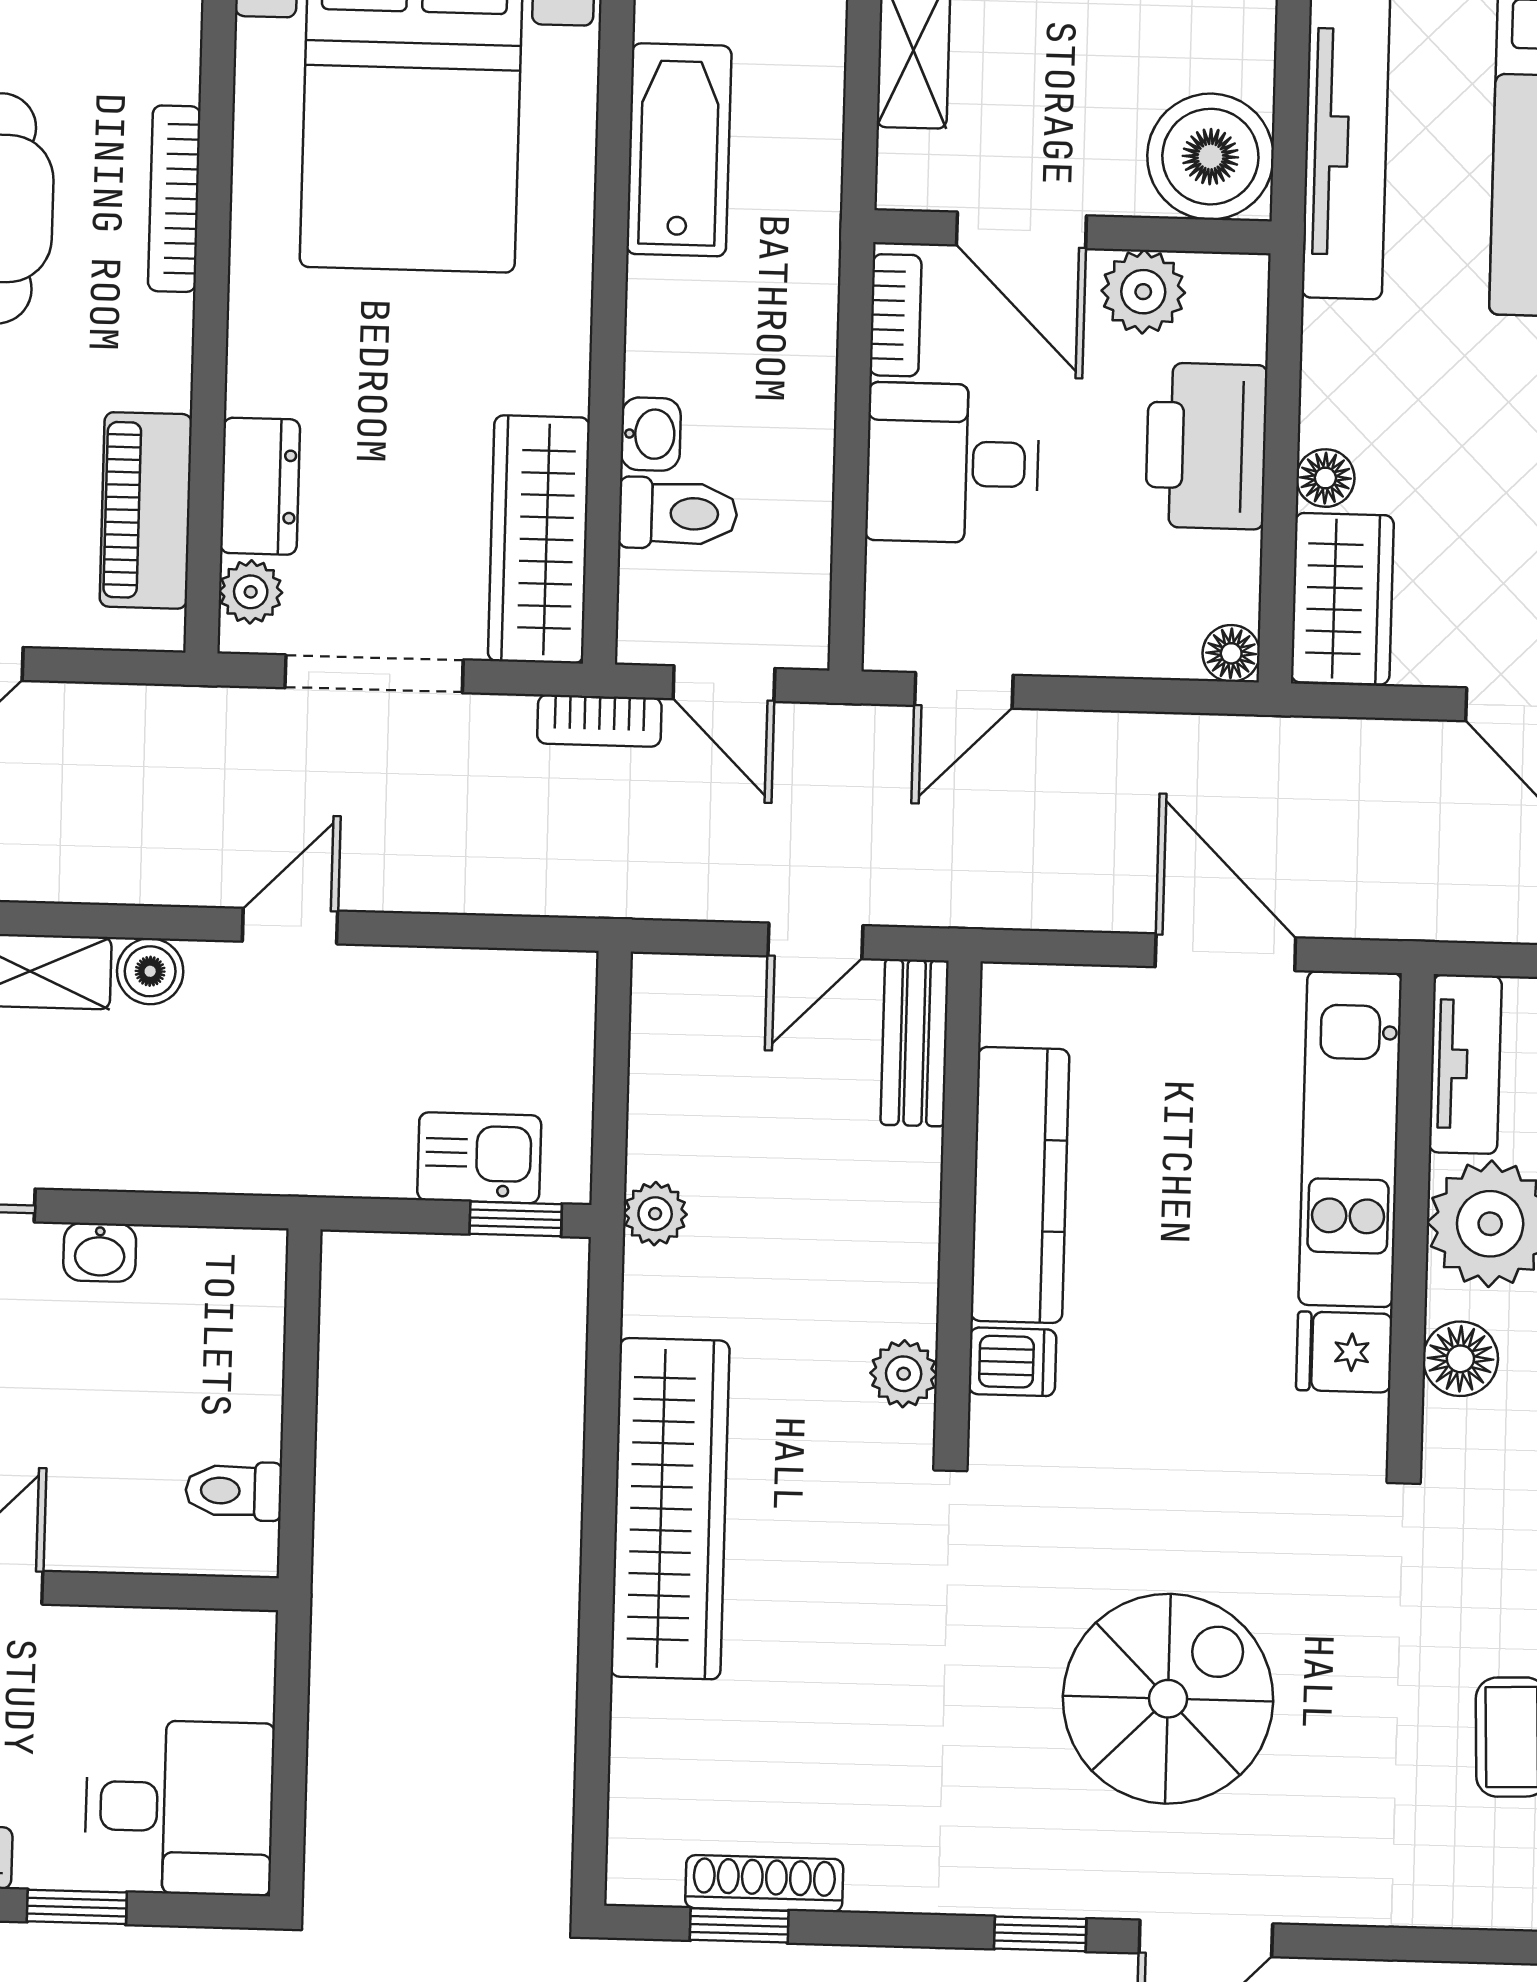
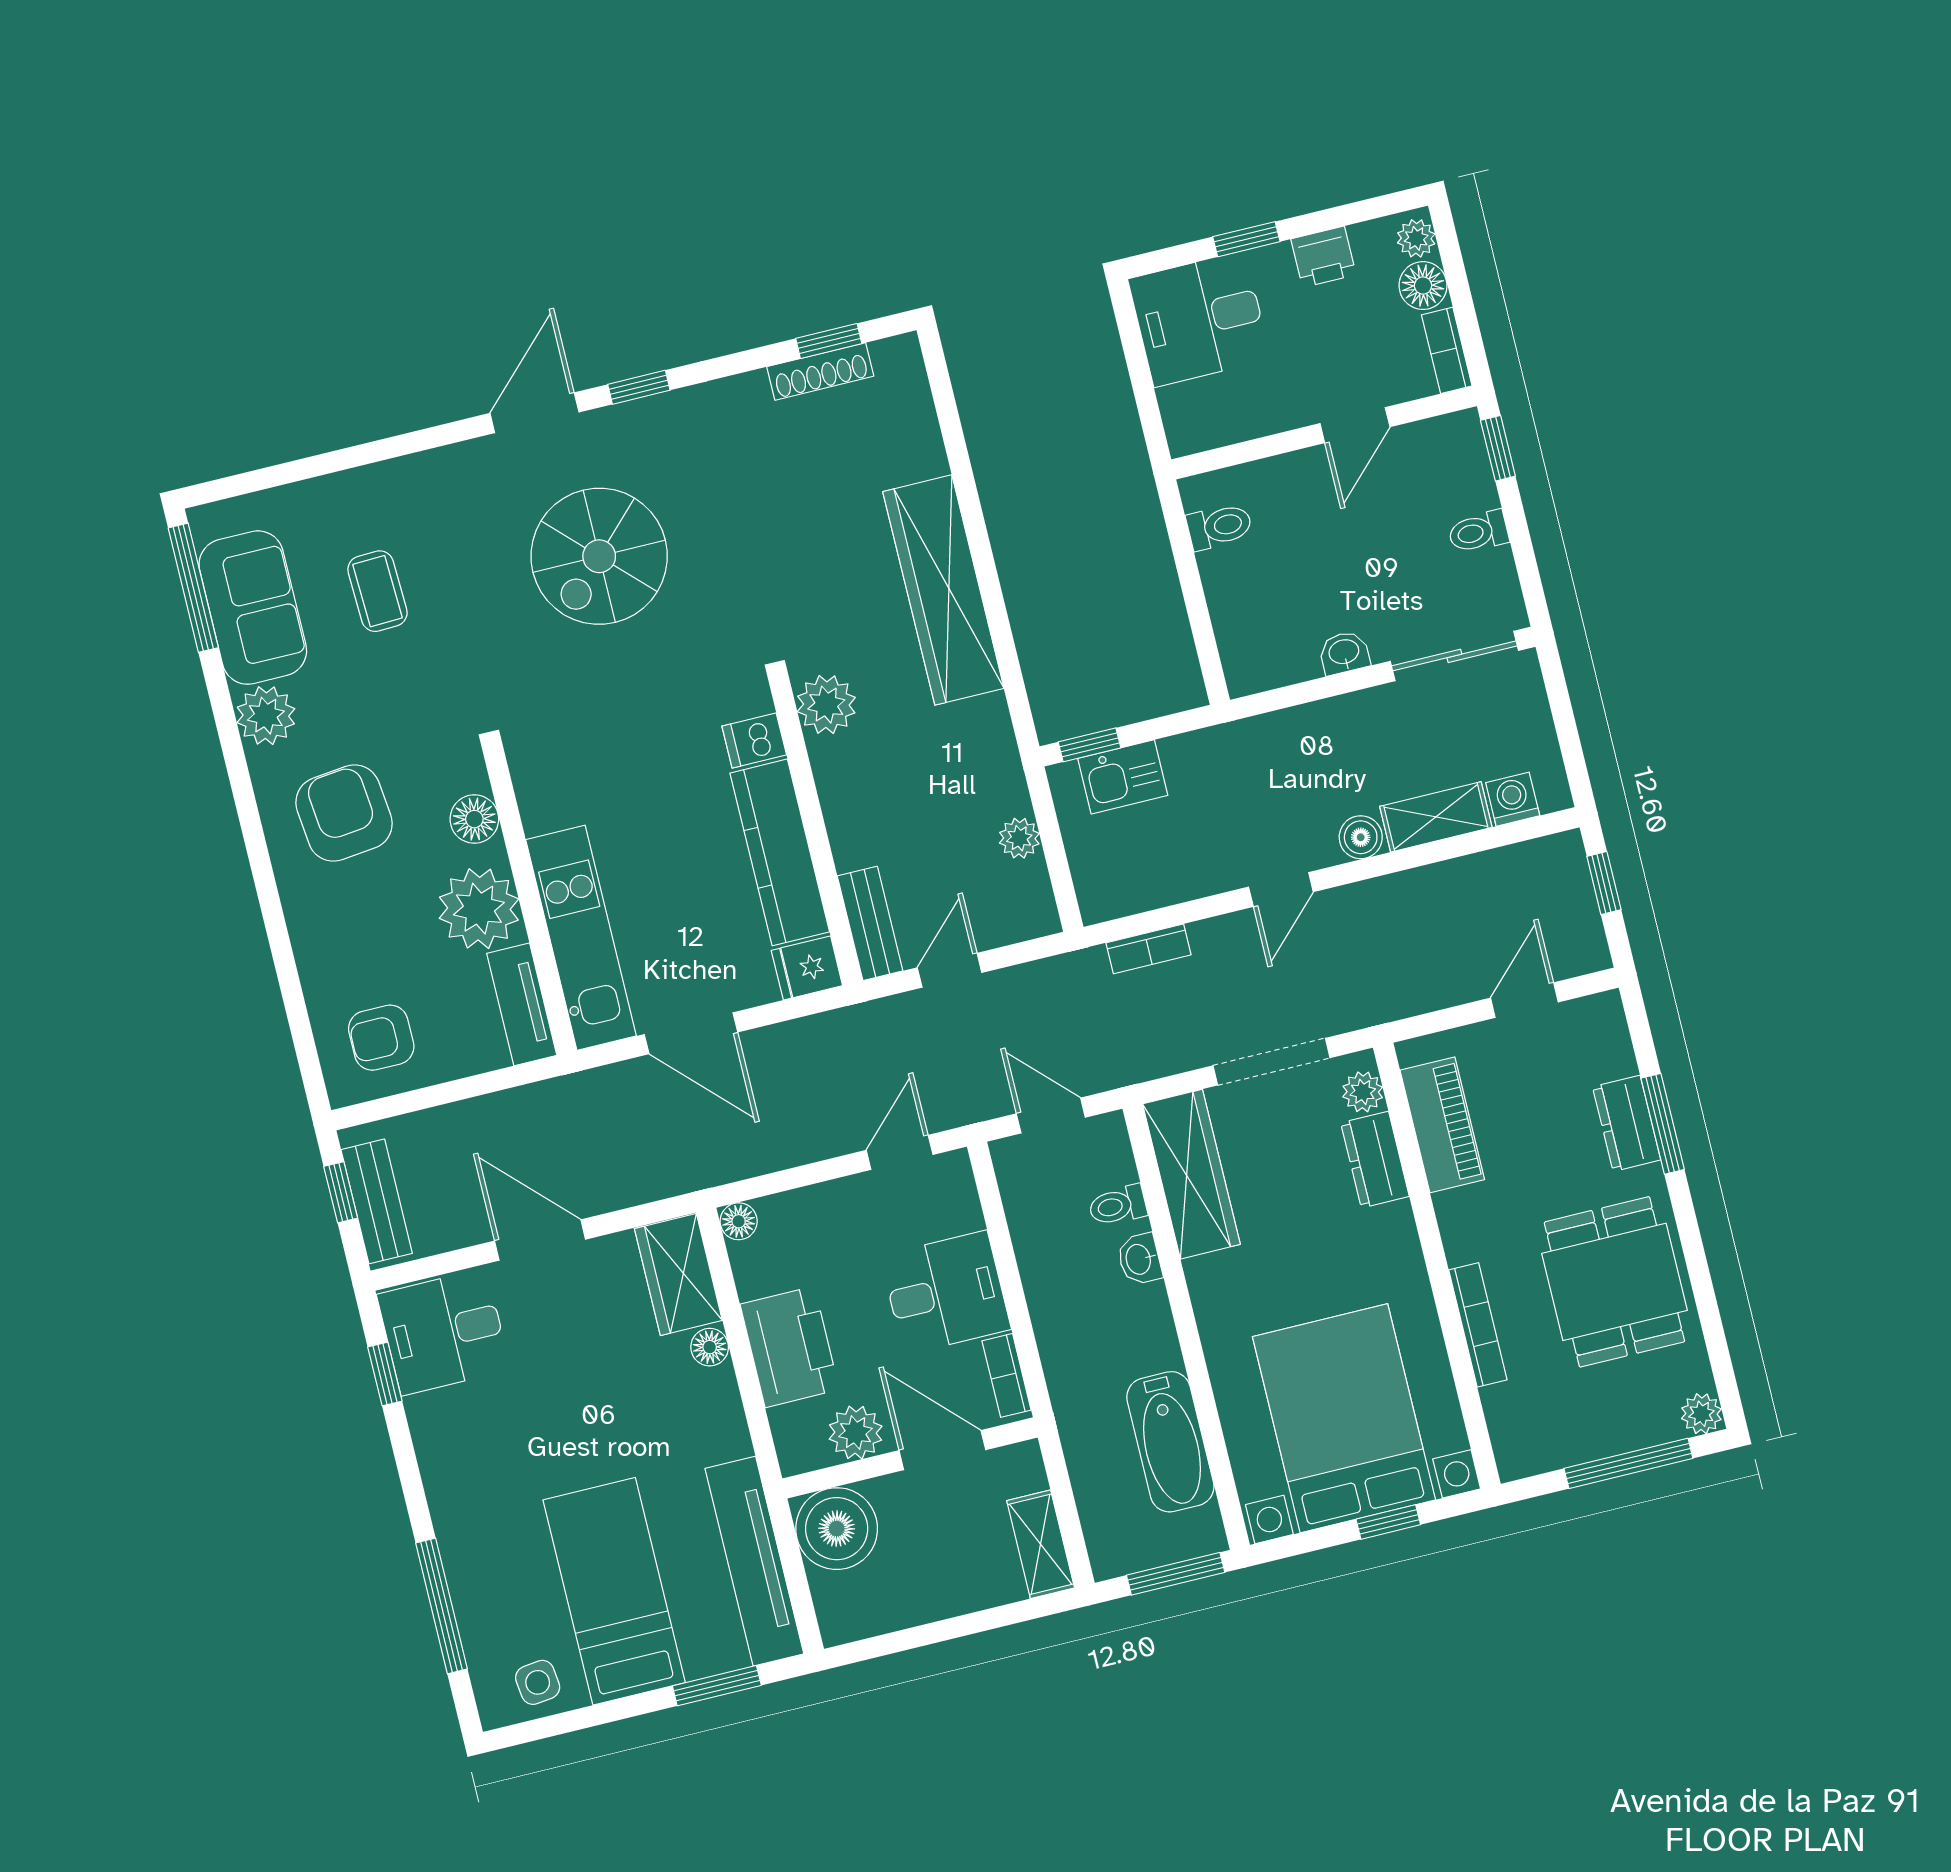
toilet: (678, 513) -> (1118, 1206), width x0.73, depth x0.72
bookcase: (599, 721) -> (1148, 949), moved, turned 180
plant: (655, 1214) -> (1019, 838), moved
fridge: (1344, 1352) -> (807, 968), moved, turned 180
plant: (904, 1374) -> (826, 705), width x1.38, depth x1.38

